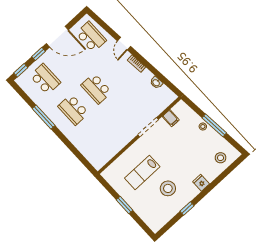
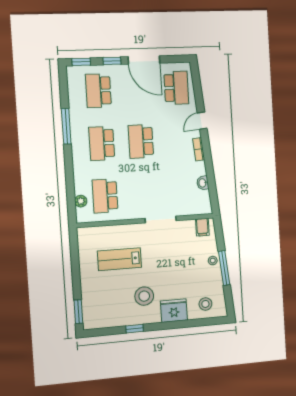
school desk: (45, 79) -> (98, 91), turned 180
filing cabinet: (171, 118) -> (202, 227), moved
school desk: (101, 140) -> (105, 196), added
plant: (89, 156) -> (81, 201), added
fridge: (201, 183) -> (174, 311), width x1.88, depth x1.34
stool: (168, 188) -> (144, 296), moved
window: (125, 205) -> (78, 312), moved

